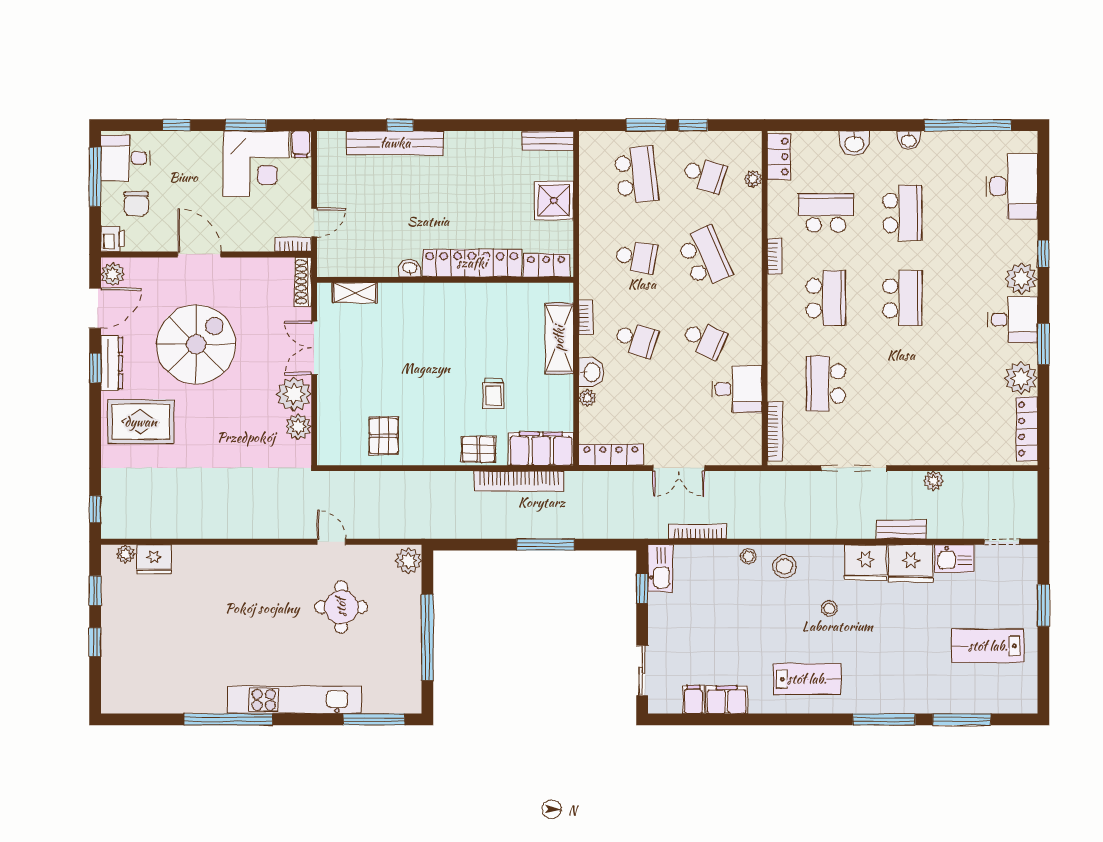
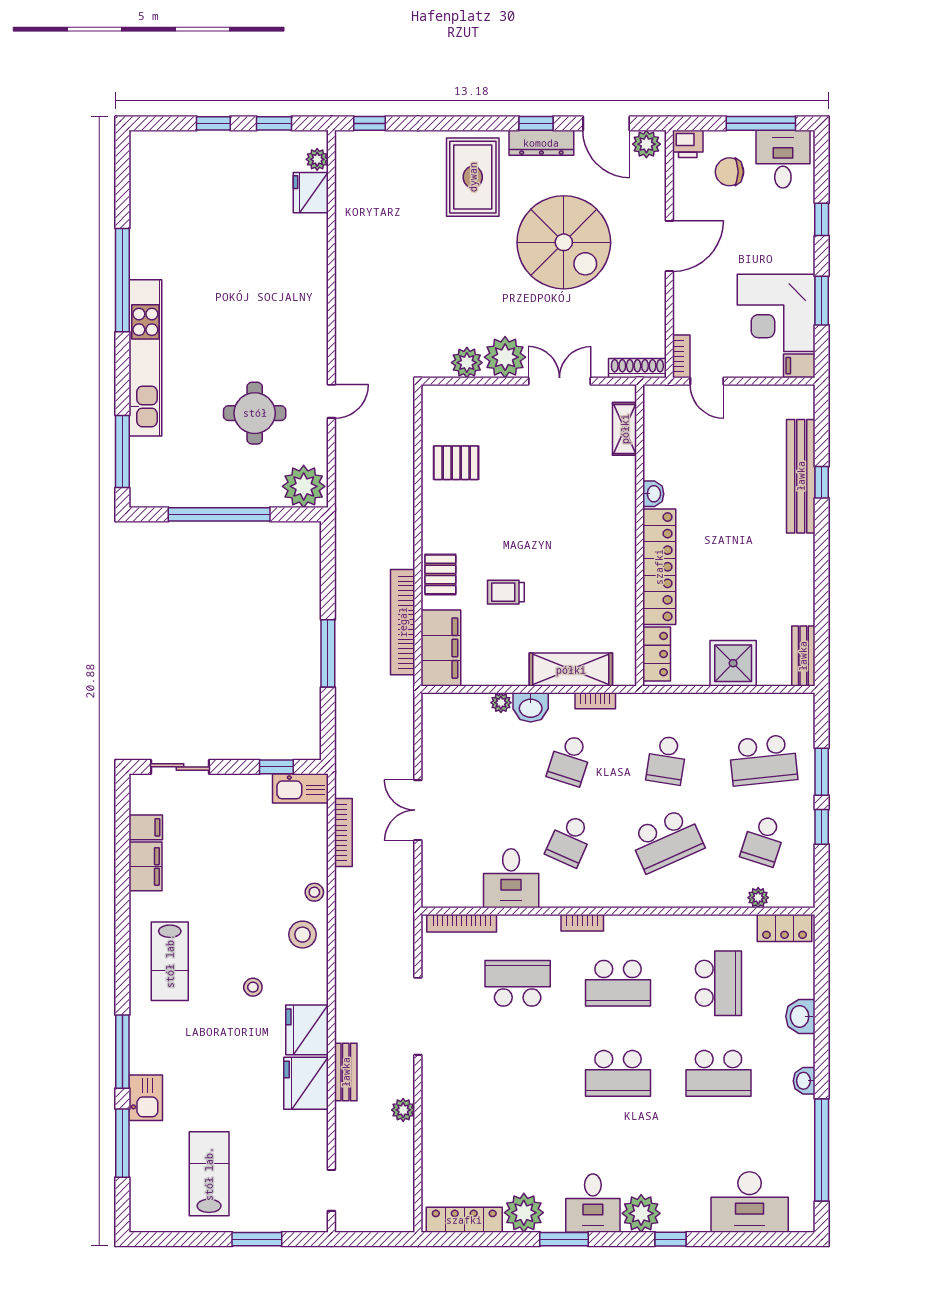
bookcase: (774, 256) -> (582, 923), moved
locker: (611, 455) -> (434, 730), removed
kitchen sink: (954, 559) -> (146, 1098), moved, turned 180
plant: (408, 561) -> (304, 486), width x1.36, depth x1.36

